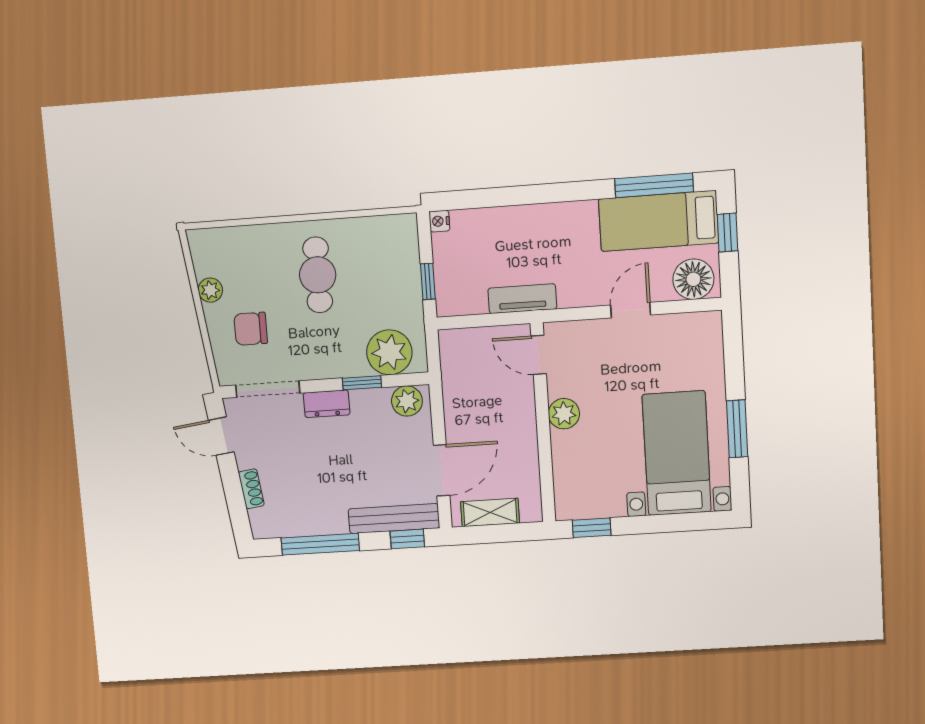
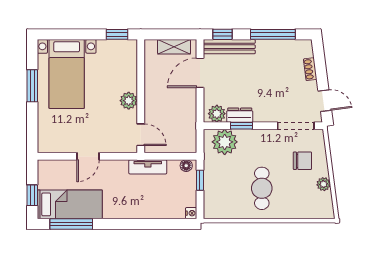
floor lamp: (693, 279) -> (186, 166), moved, width x0.53, depth x0.53
dresser: (327, 404) -> (240, 115), moved

